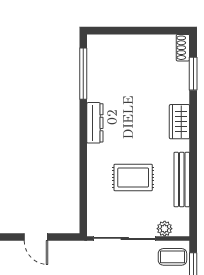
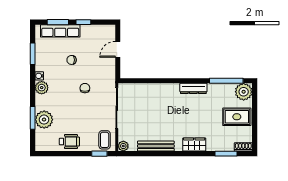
plant: (100, 47) -> (244, 92), added
rug: (133, 178) -> (237, 117), moved, turned 90
plant: (165, 229) -> (123, 146), moved

